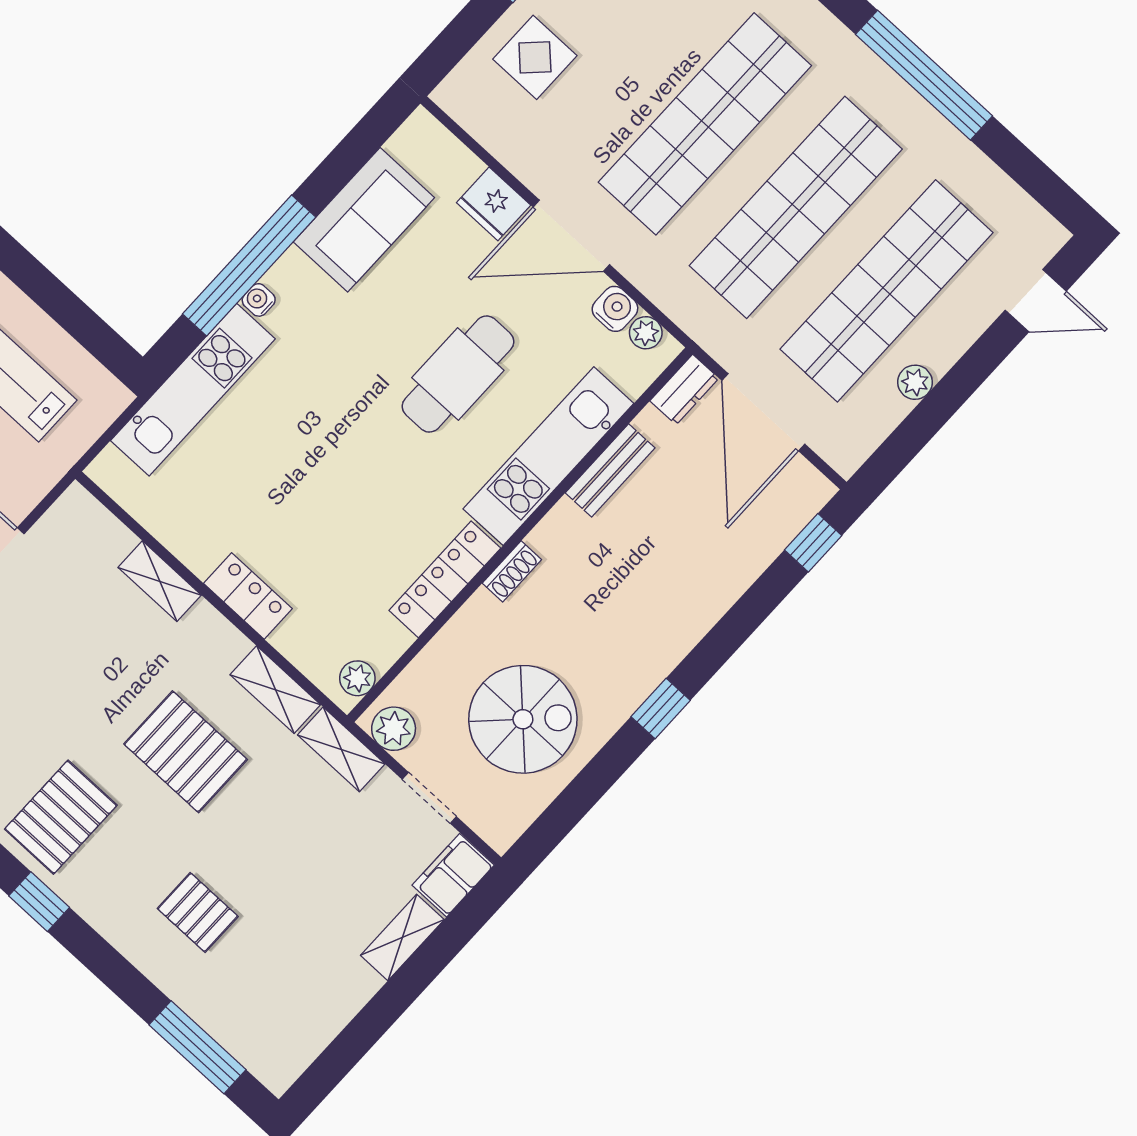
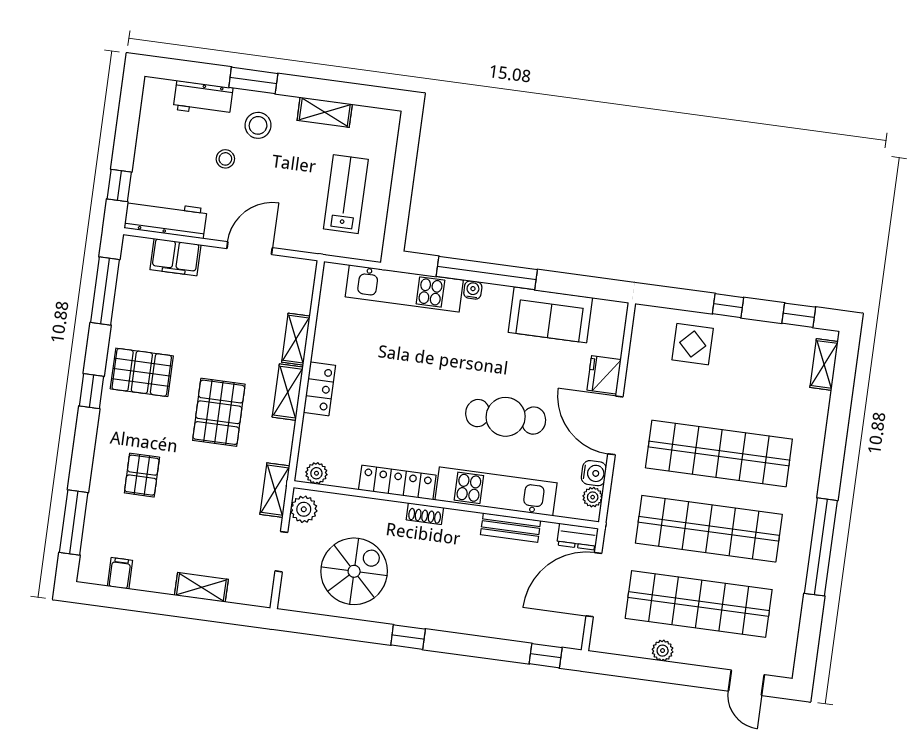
shelving: (275, 690) -> (288, 392), moved
spiral stairs: (523, 719) -> (354, 571), turned -90
filing cabinet: (453, 875) -> (120, 573), moved, width x0.50

